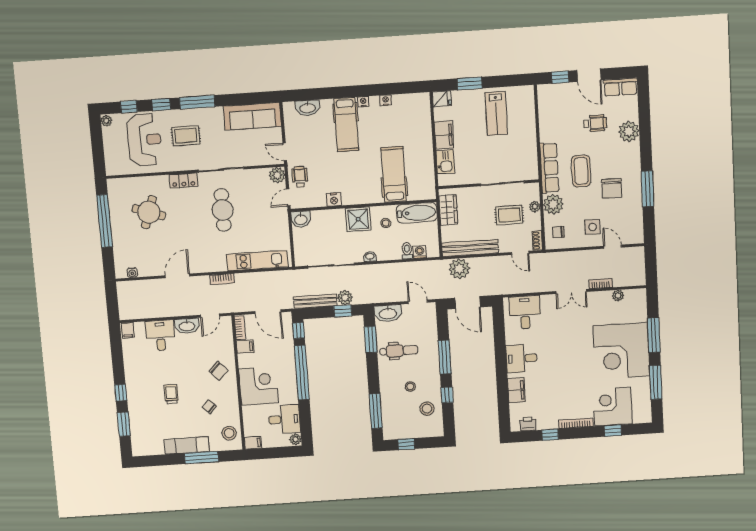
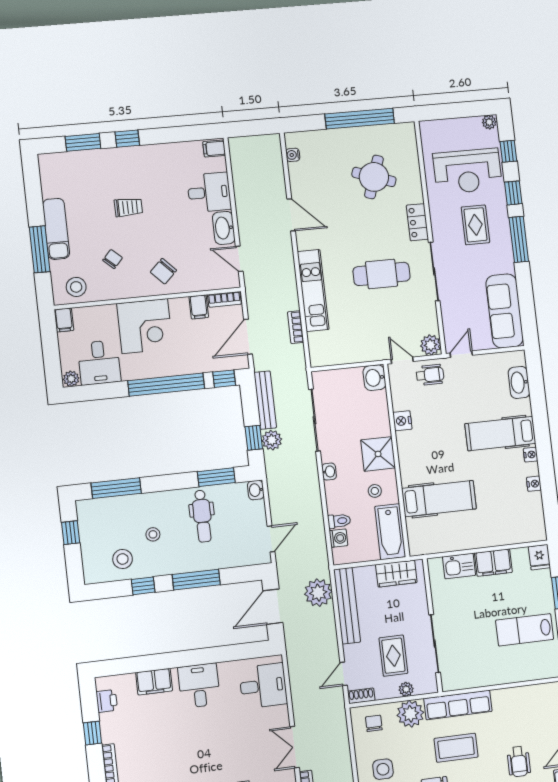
kitchen unit: (257, 261) -> (313, 291), moved
bookcase: (222, 279) -> (296, 327), moved
washbasin: (388, 313) -> (256, 490), width x0.52, depth x0.69

